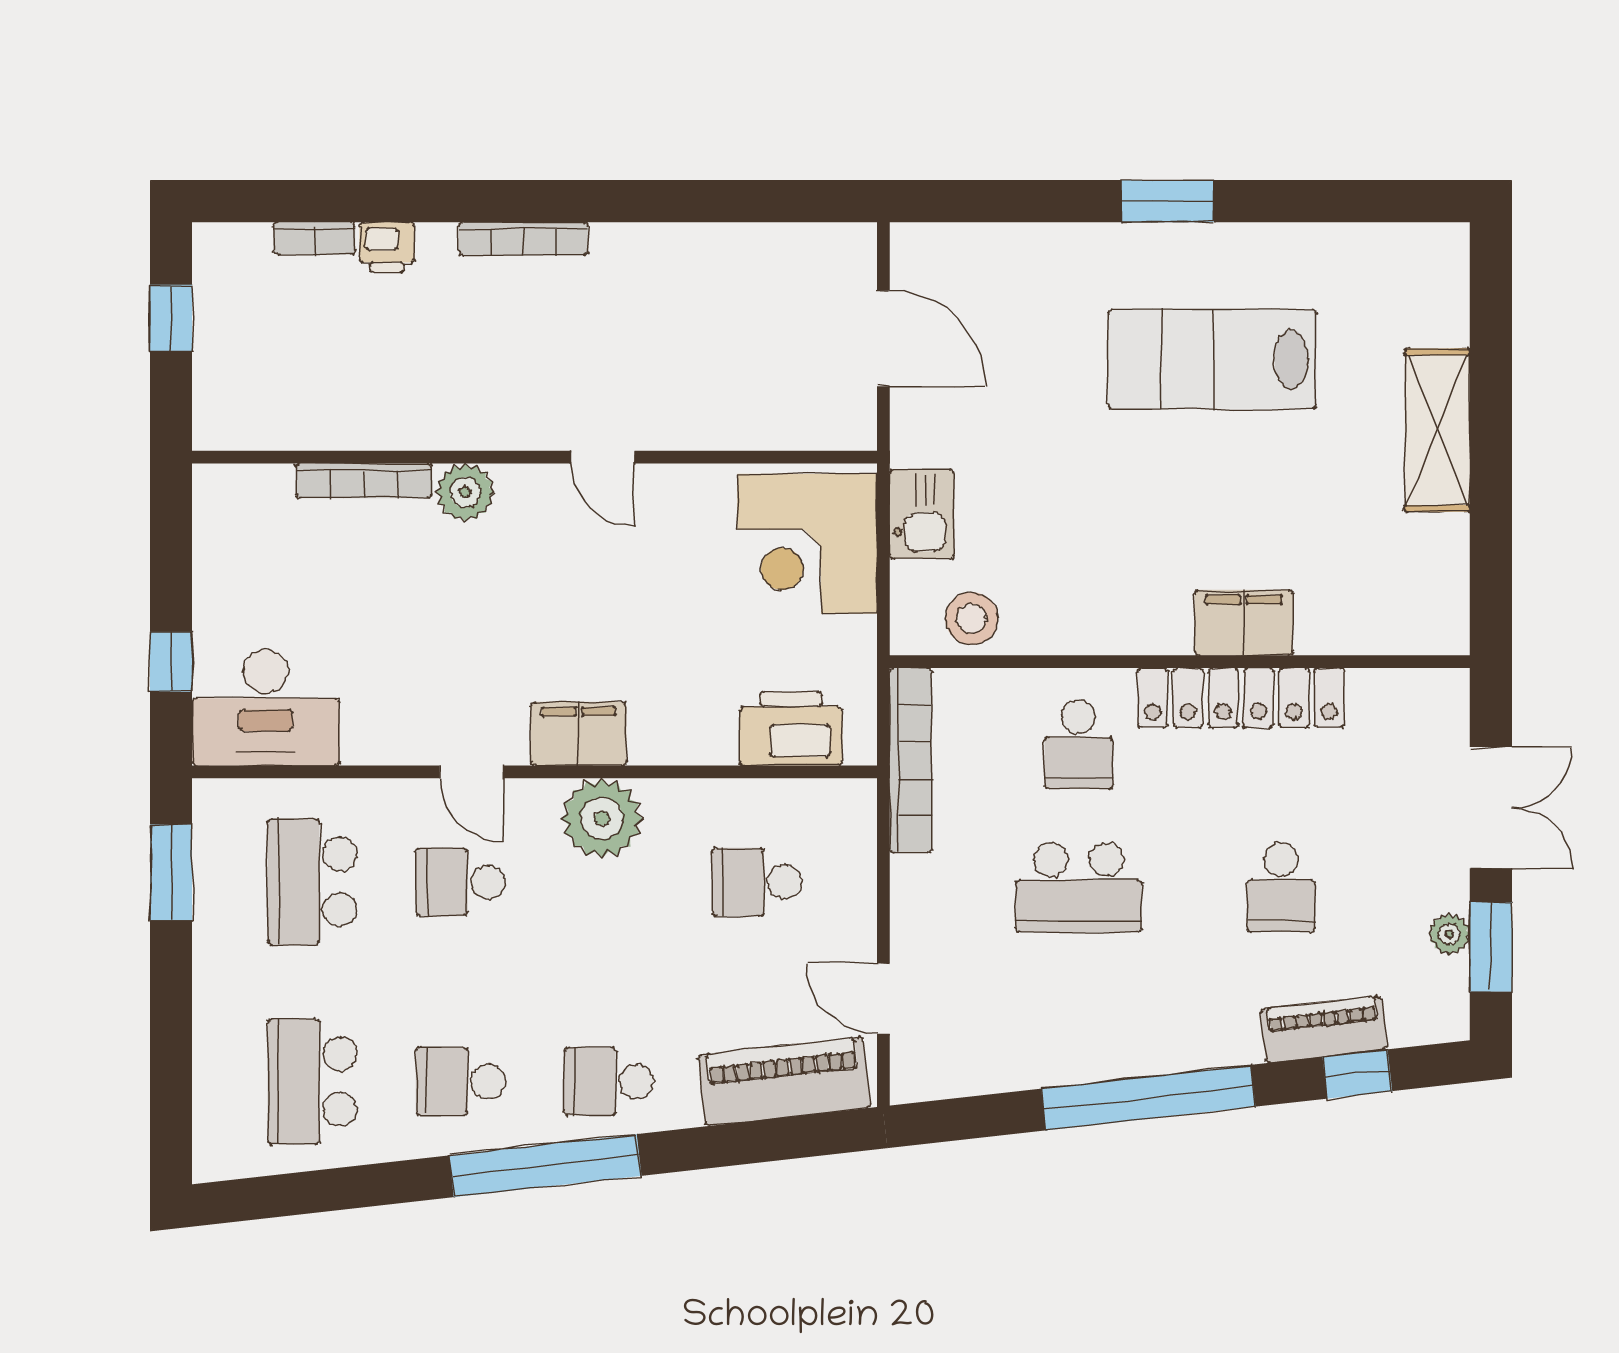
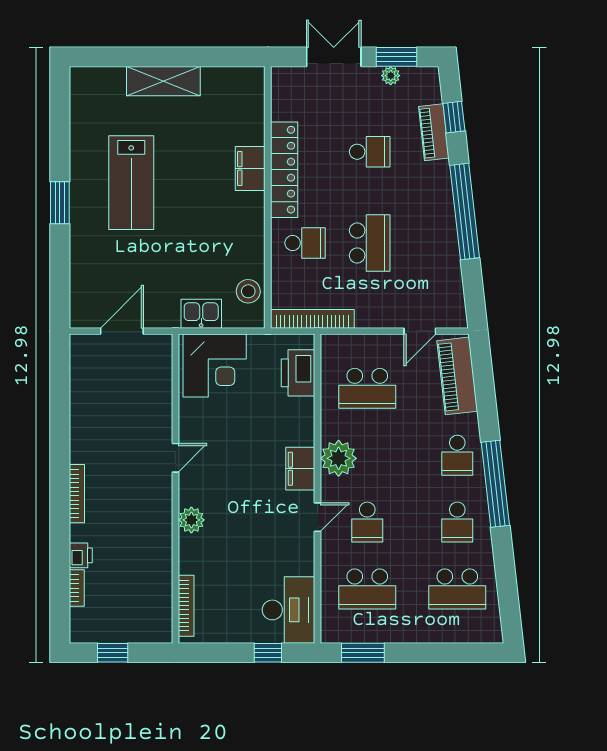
bookcase: (364, 481) -> (186, 606), moved
school desk: (757, 882) -> (367, 388), width x1.85

